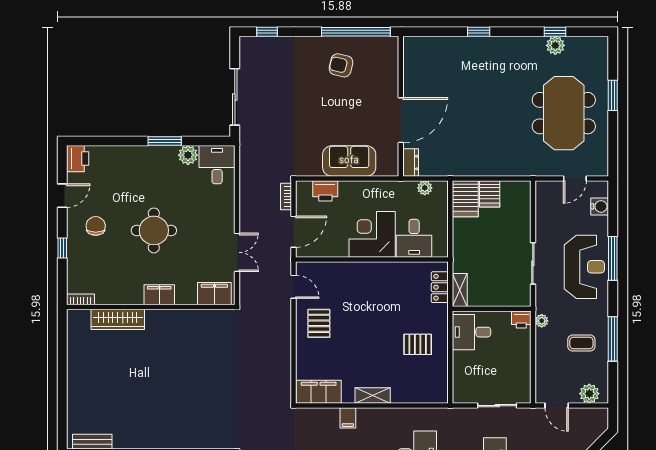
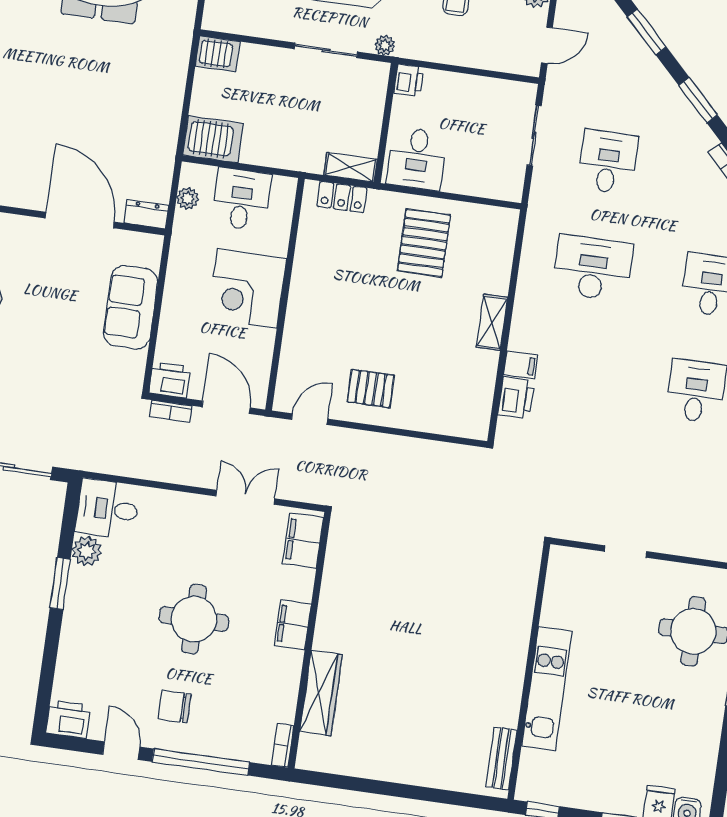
printer: (325, 191) -> (170, 380), moved, turned -90
server rack: (490, 194) -> (218, 54), moved
desk: (414, 238) -> (241, 199), moved, turned -90
window: (62, 248) -> (201, 762), width x3.17
plant: (542, 321) -> (385, 45), moved
pallet: (418, 344) -> (424, 243), width x1.50, depth x1.42
filing cabinet: (319, 392) -> (475, 404), removed
printer: (326, 418) -> (516, 398), added

